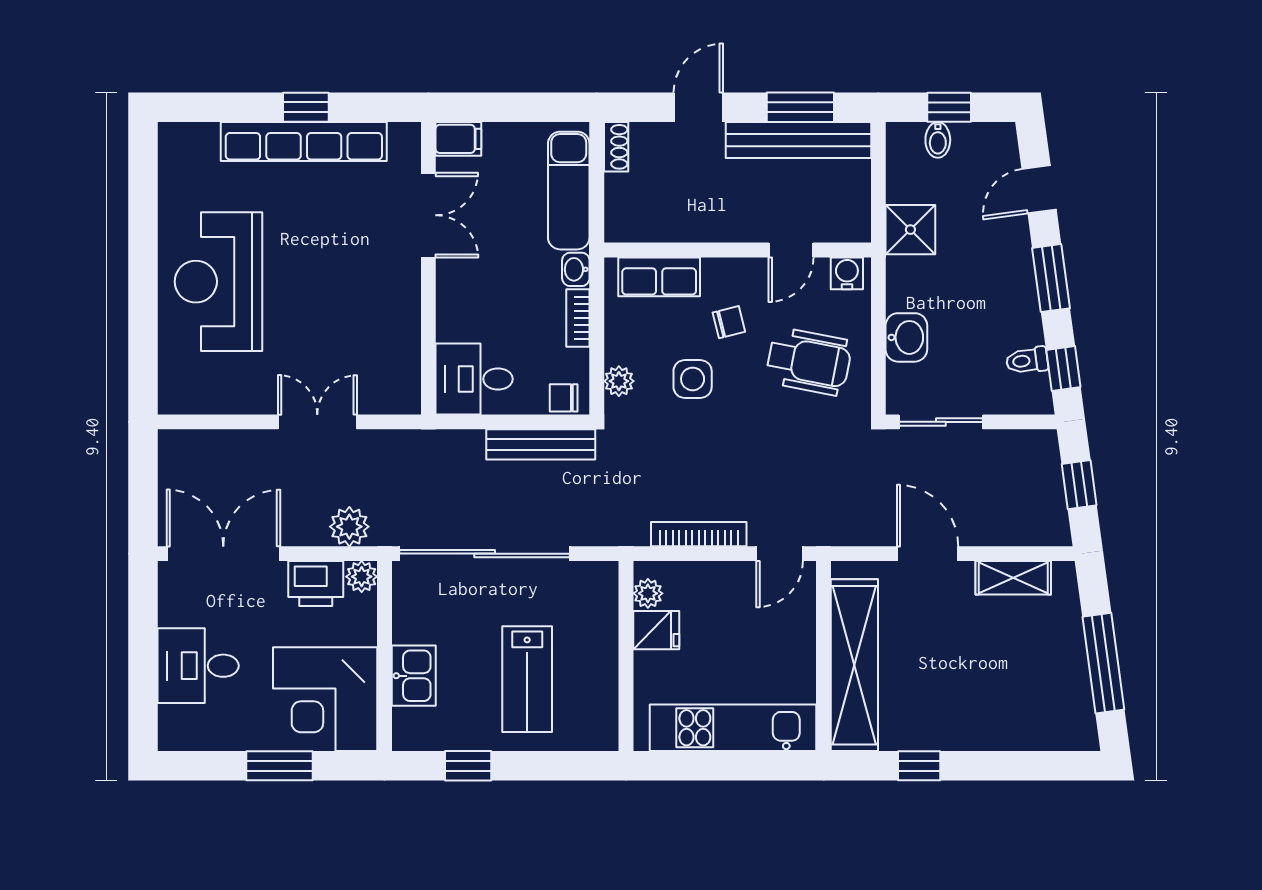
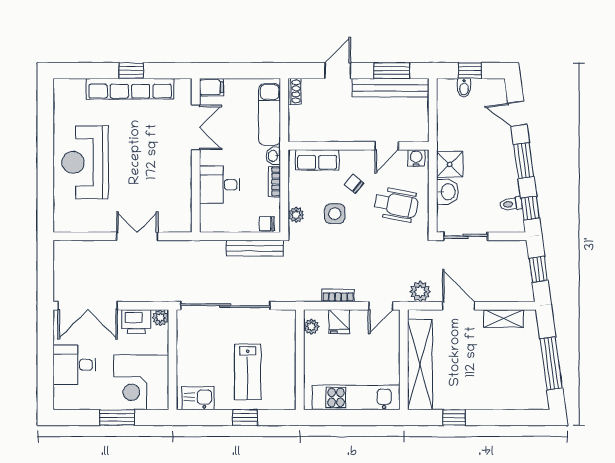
door: (1039, 189) -> (517, 114), hinge flipped
shower: (910, 230) -> (450, 164), moved
chair: (729, 322) -> (354, 184), turned -127
desk: (474, 379) -> (220, 185), moved
plant: (349, 527) -> (420, 291), moved
bookcase: (699, 534) -> (338, 295), width x0.64
double door: (223, 554) -> (88, 306), swing flipped
fridge: (656, 630) -> (339, 322), moved, turned 90
kitchen sink: (414, 676) -> (198, 398), moved, turned -90
window: (468, 766) -> (245, 417), moved

